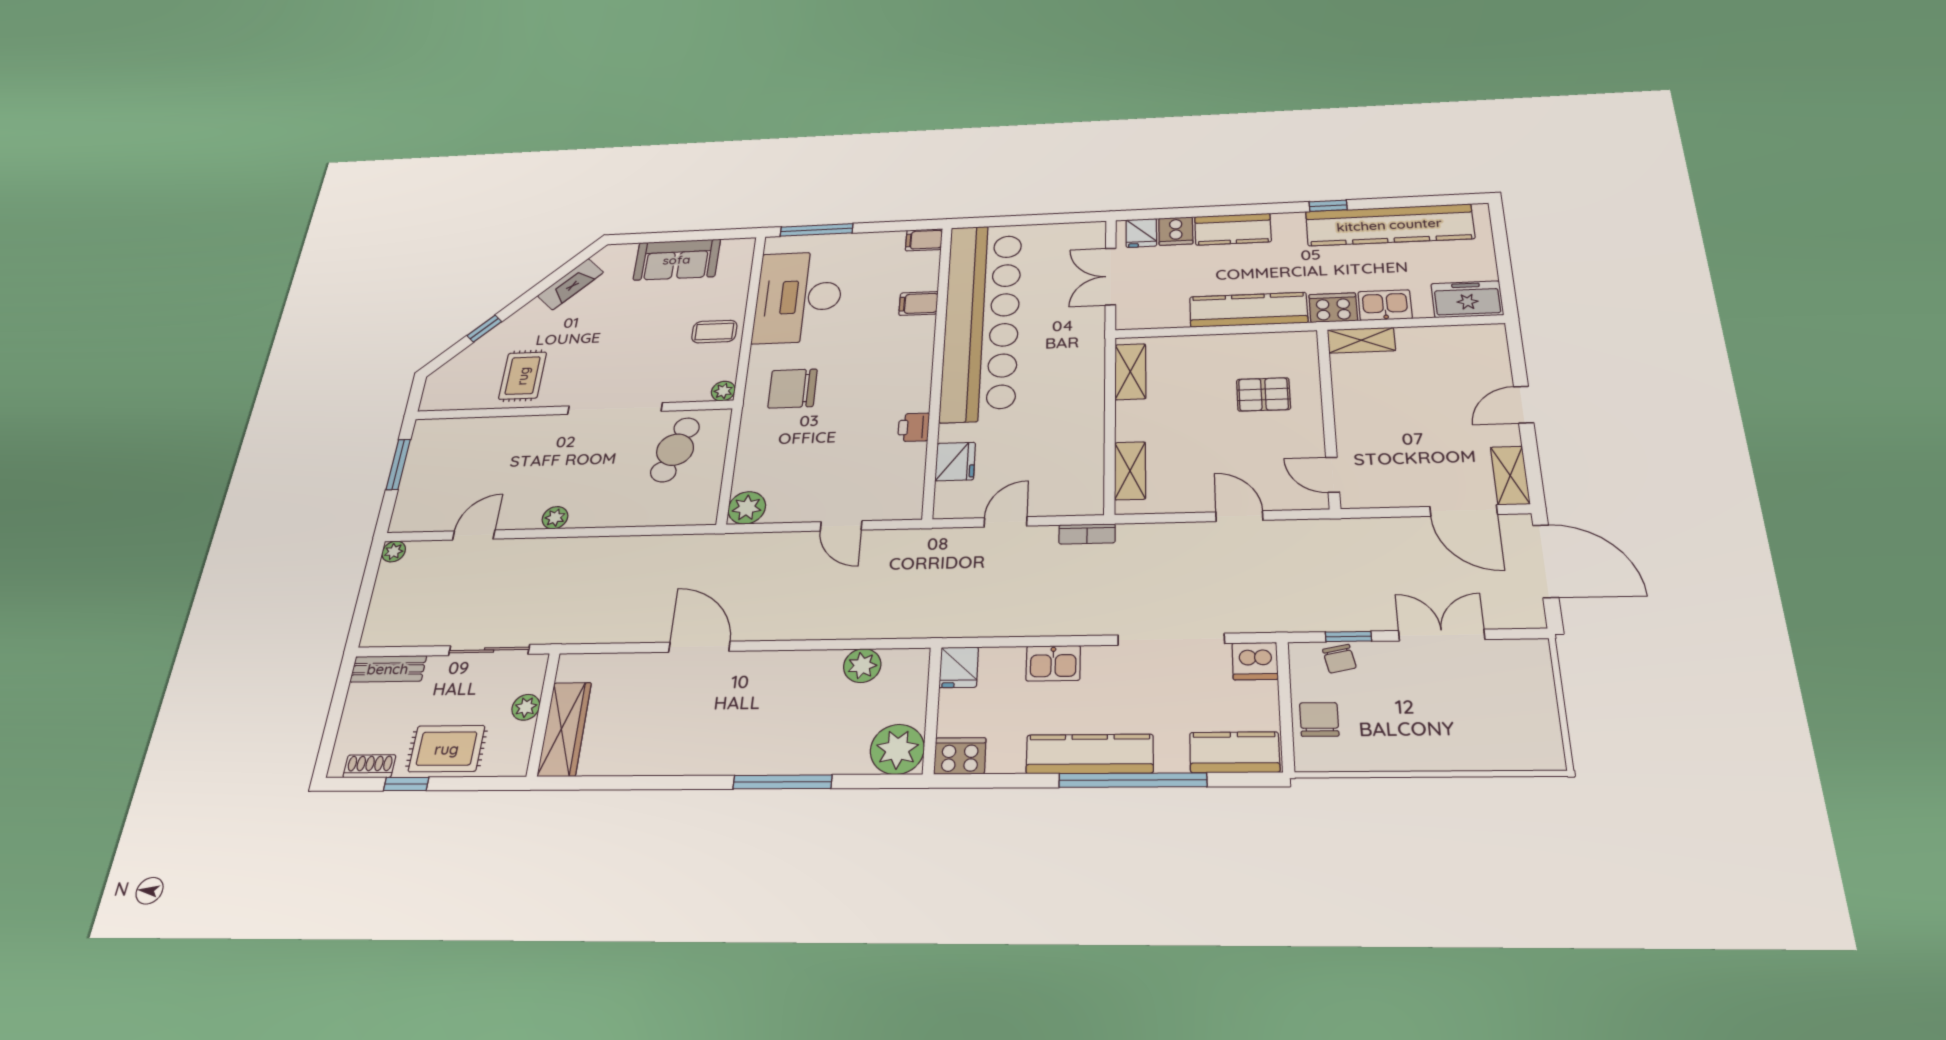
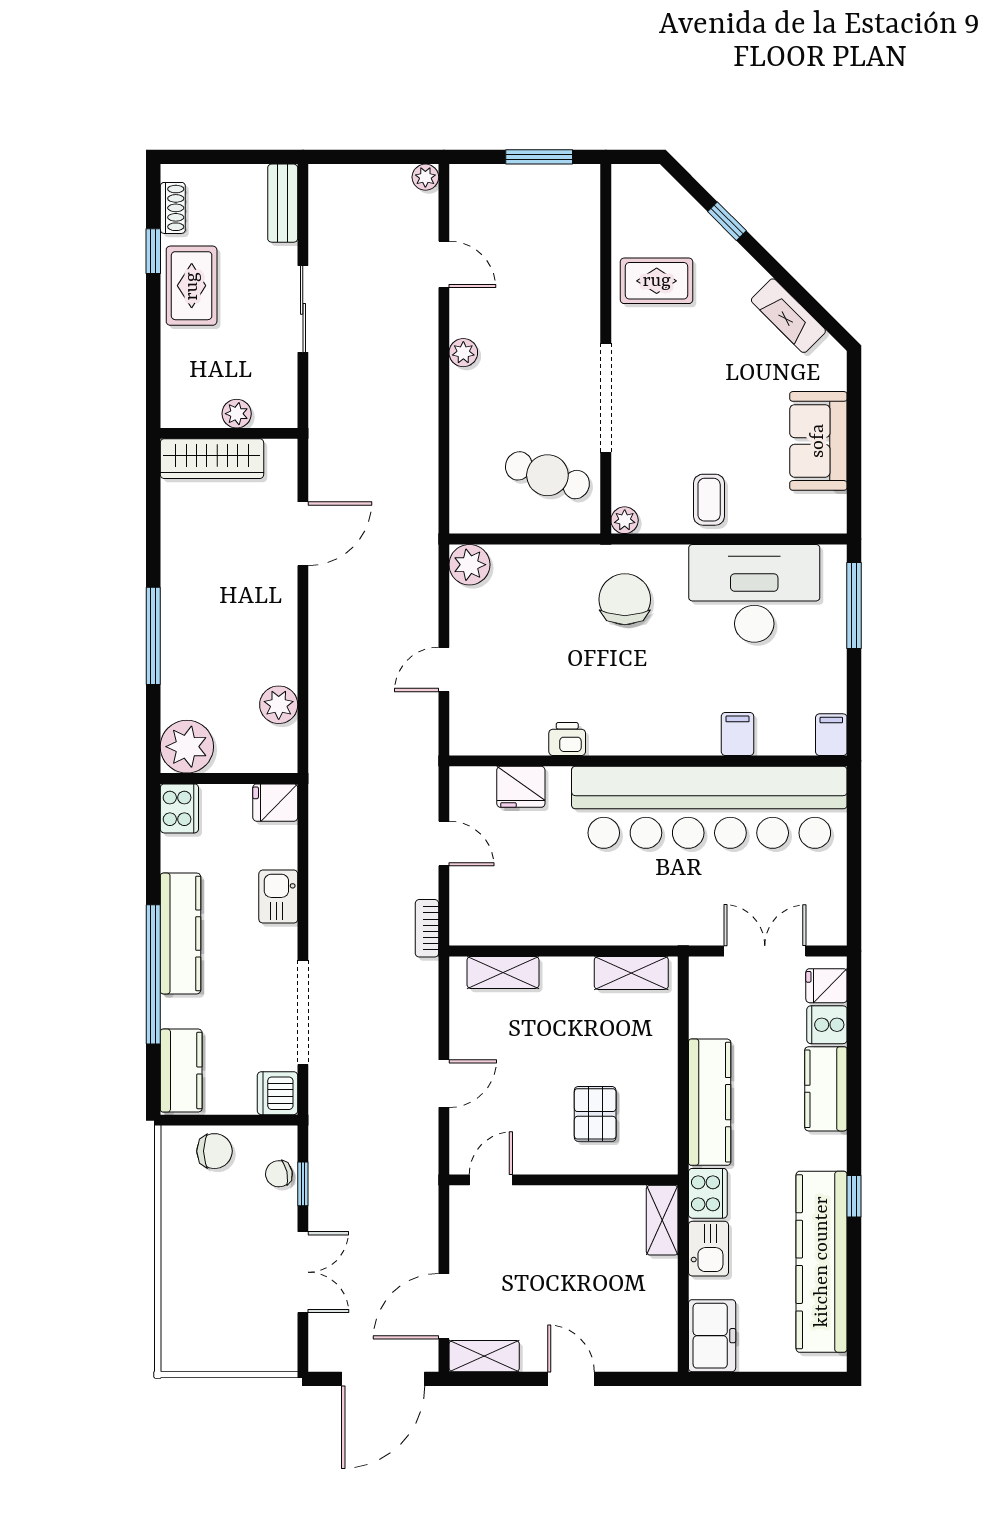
plant: (526, 707) -> (237, 414), moved
wall: (543, 714) -> (229, 433), moved
wardrobe: (564, 729) -> (212, 459), moved

